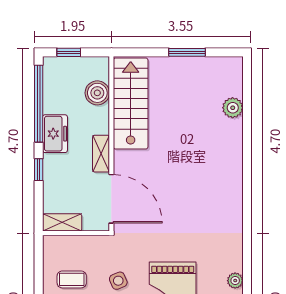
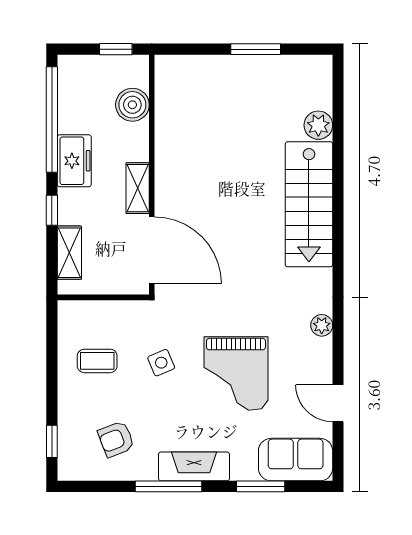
window: (69, 52) -> (116, 49), moved
stairs: (131, 104) -> (309, 204), moved, turned 180
shelving: (62, 222) -> (69, 253), moved, turned 90
plant: (235, 281) -> (322, 325), moved

